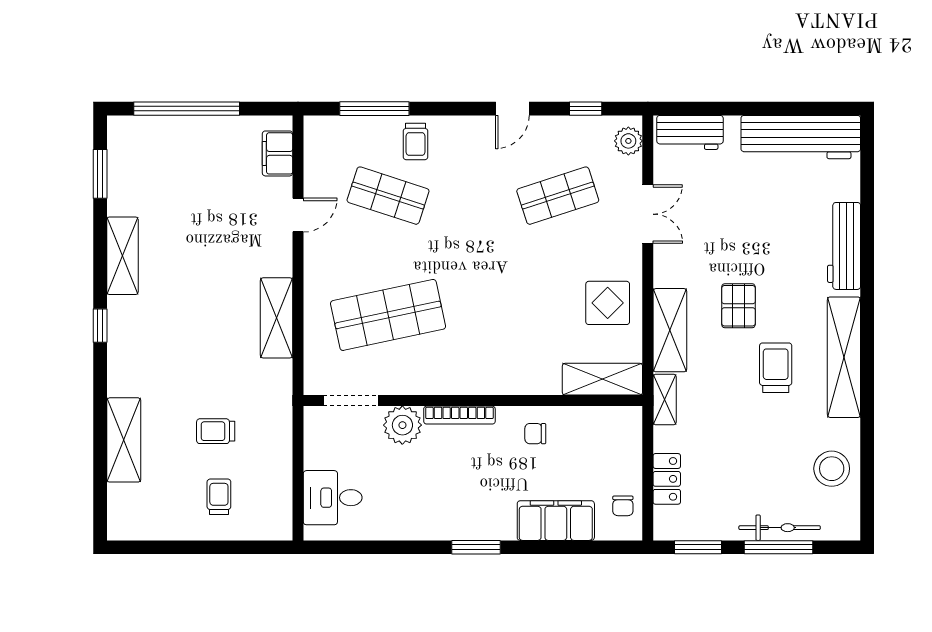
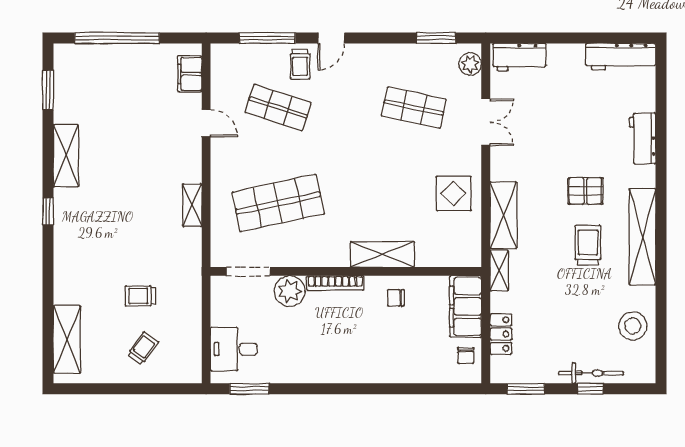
door: (512, 109) -> (331, 38), moved
window: (586, 109) -> (436, 38), width x1.50
workbench: (801, 137) -> (621, 57), width x0.73, depth x0.76
shop shelf: (558, 196) -> (414, 108), turned 30
door: (298, 215) -> (206, 123), hinge flipped
workbench: (844, 246) -> (643, 138), width x0.73
pallet: (738, 306) -> (585, 191), moved, turned 90
shelving: (276, 318) -> (192, 205), width x0.67, depth x0.75
shelving: (602, 379) -> (382, 254), moved
shelving: (124, 440) -> (67, 339), moved
trolley: (219, 497) -> (143, 348), turned 36
filing cabinet: (556, 521) -> (466, 307), moved, turned -90
window: (476, 547) -> (249, 389), moved
window: (779, 547) -> (590, 389), width x0.46

